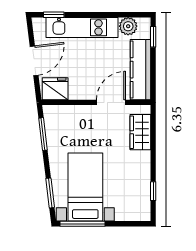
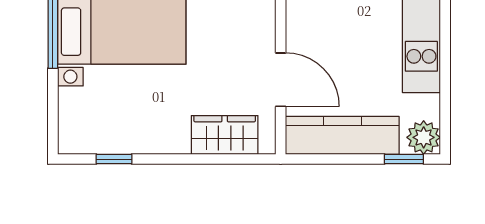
plant: (128, 26) -> (424, 137), moved

